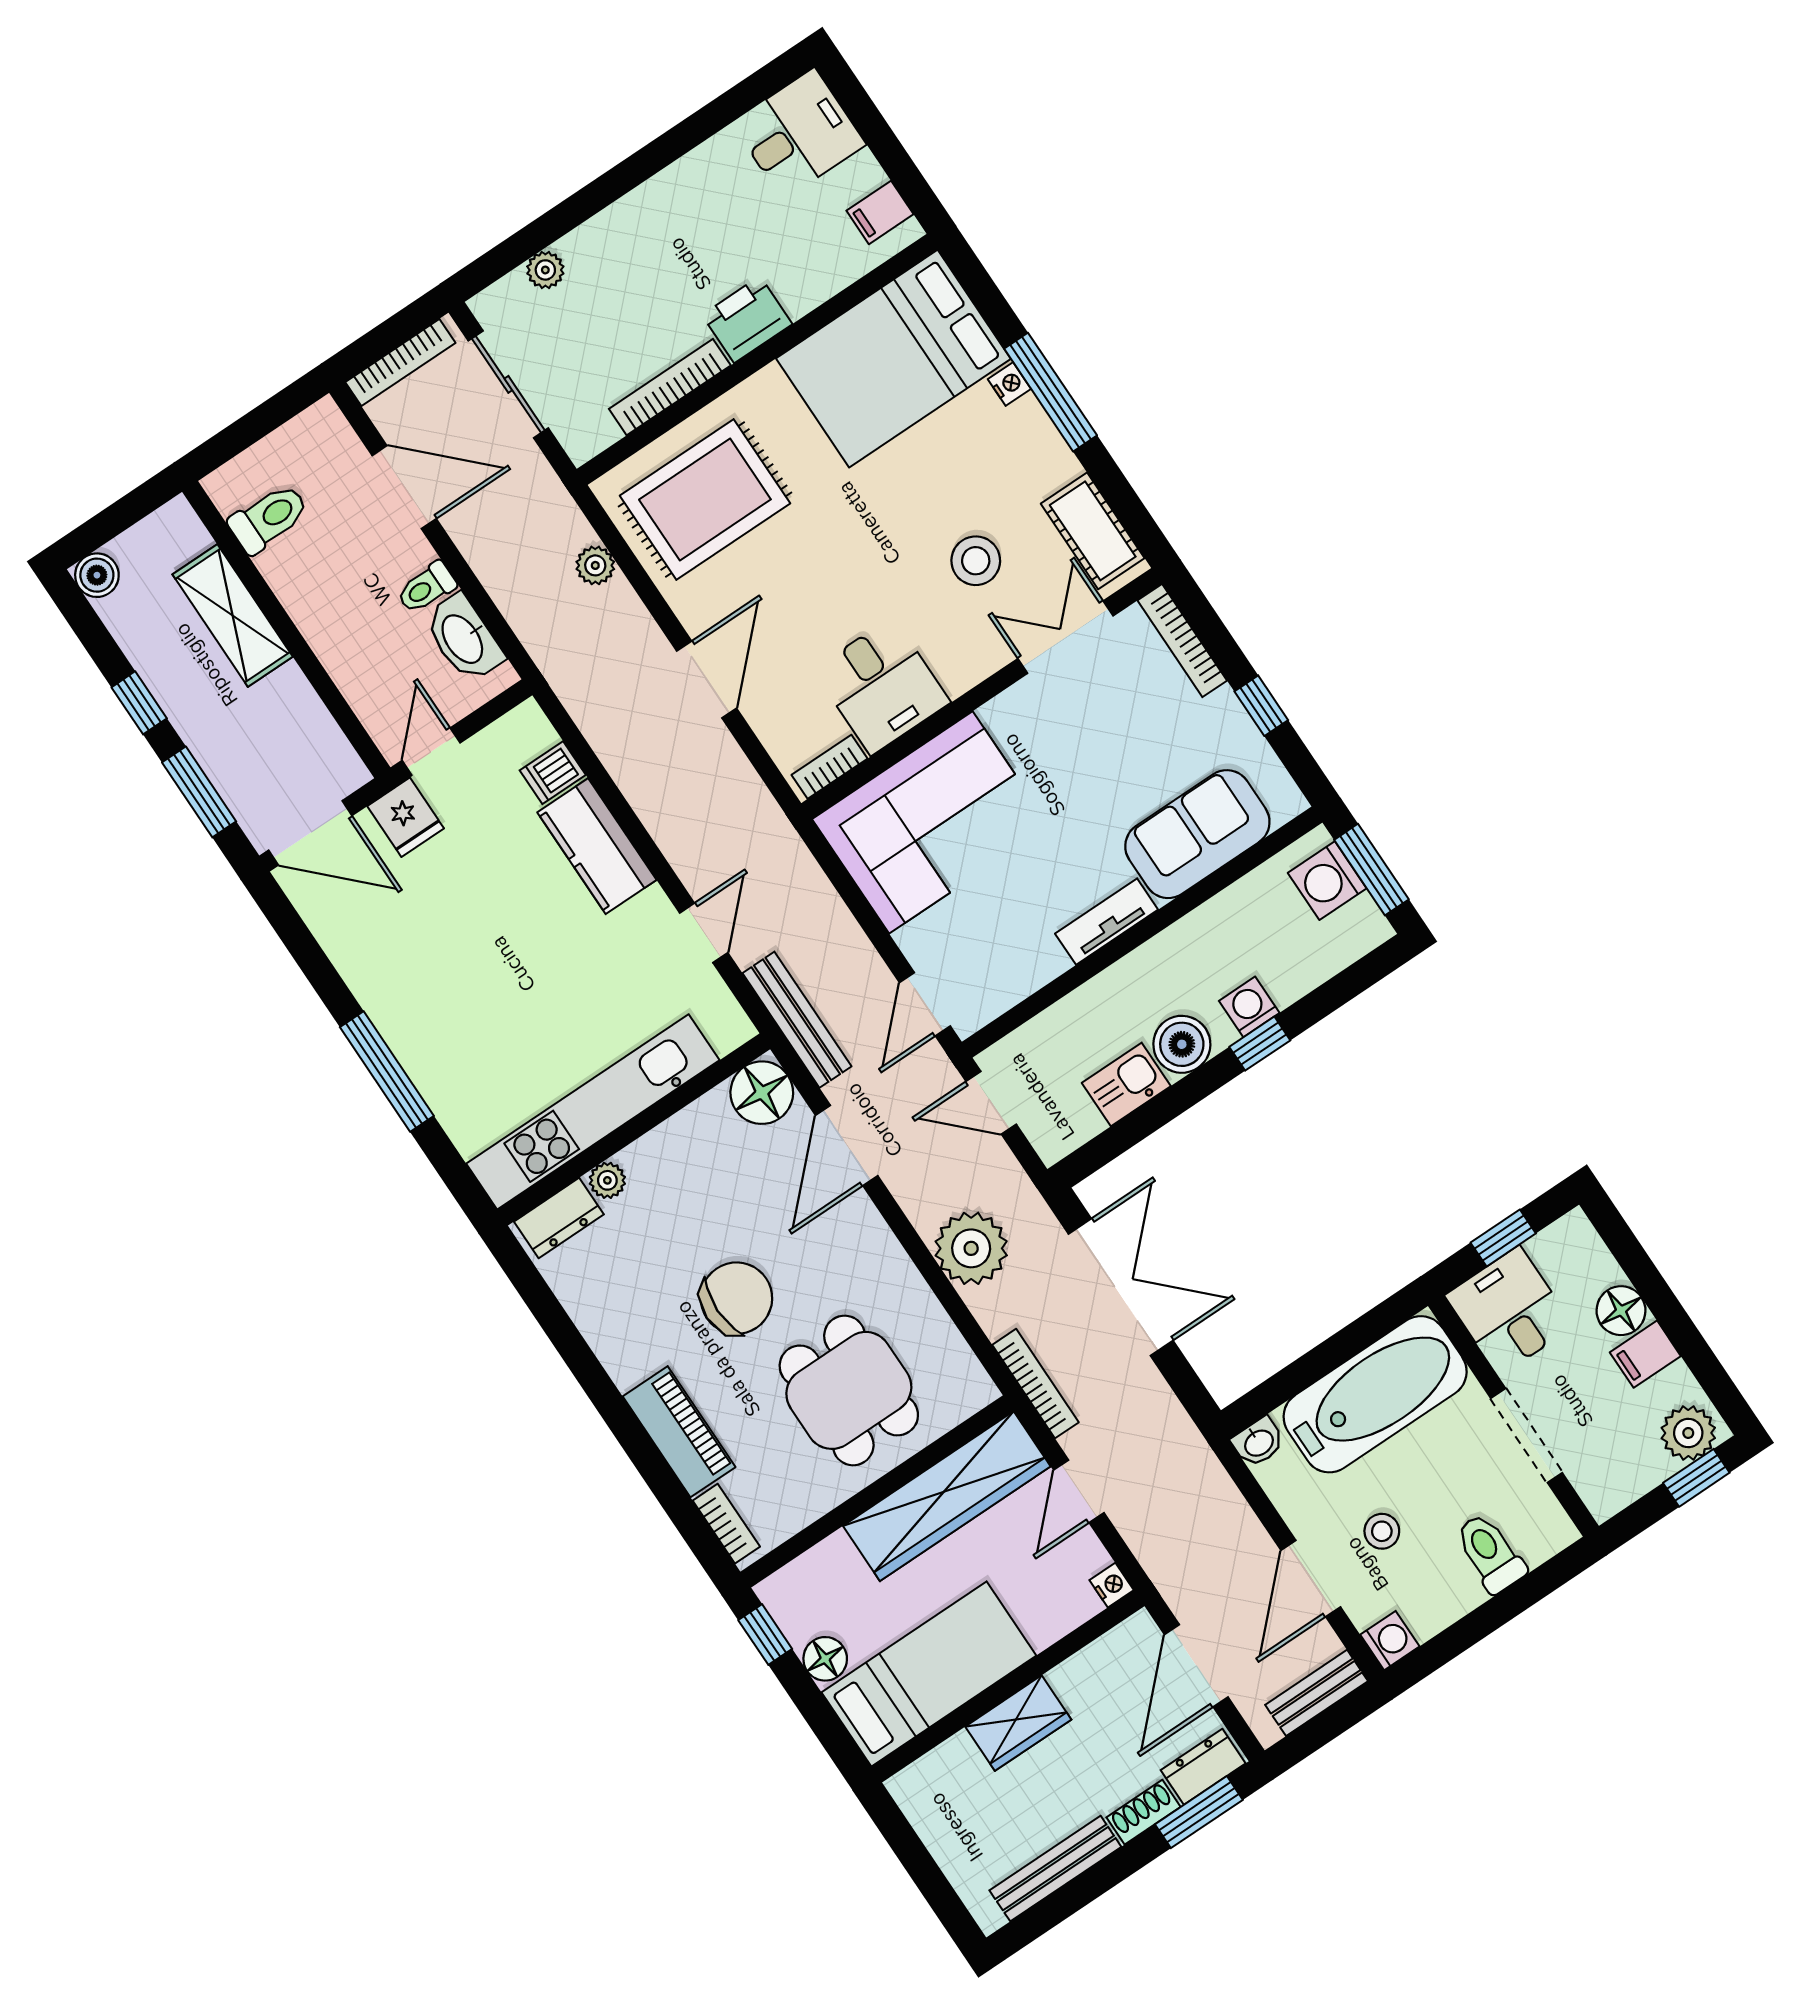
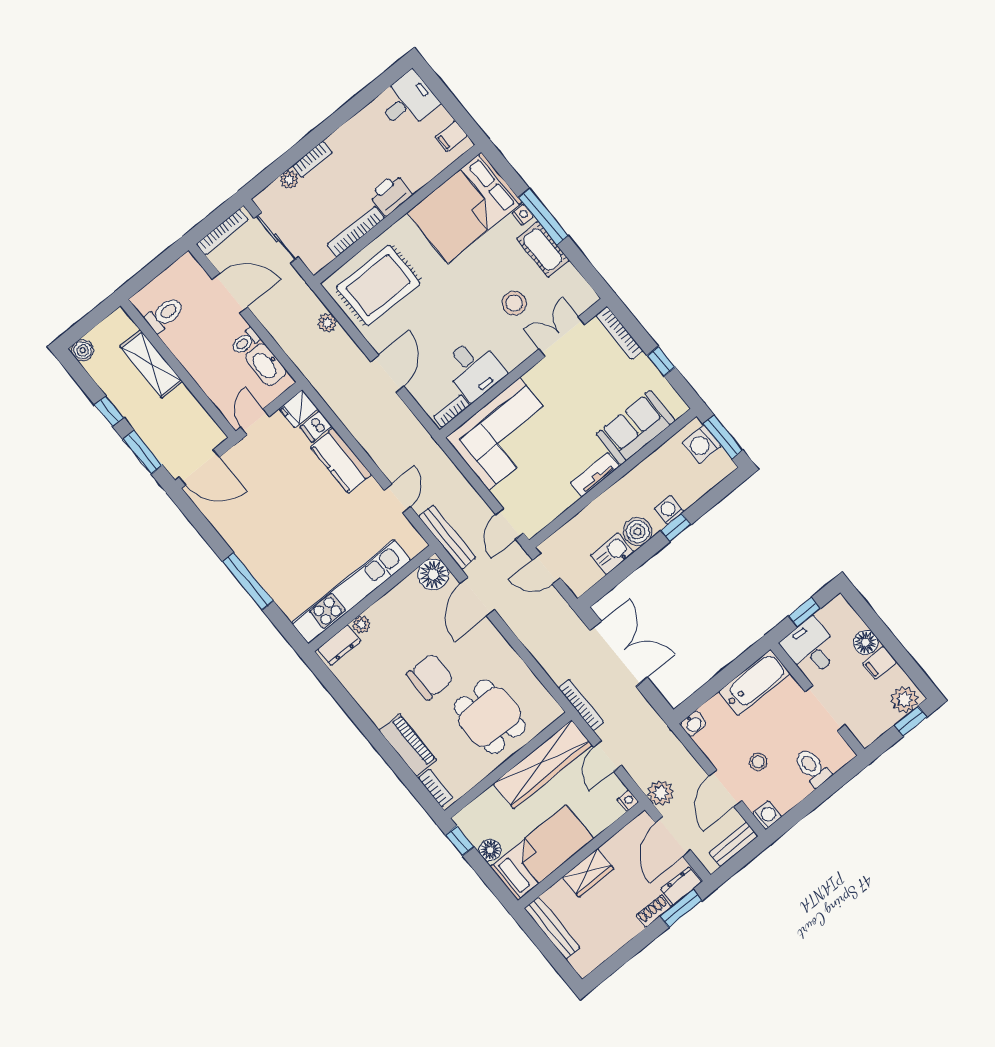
bookcase: (596, 233) -> (312, 159), added
cot: (1093, 531) -> (543, 249), moved
fridge: (406, 817) -> (299, 409), moved, turned 90
plant: (971, 1248) -> (661, 793), moved, width x0.73, depth x0.73
bathtub: (1375, 1394) -> (754, 683), width x0.73, depth x0.73
bench: (1055, 1869) -> (552, 928), moved, turned 90

